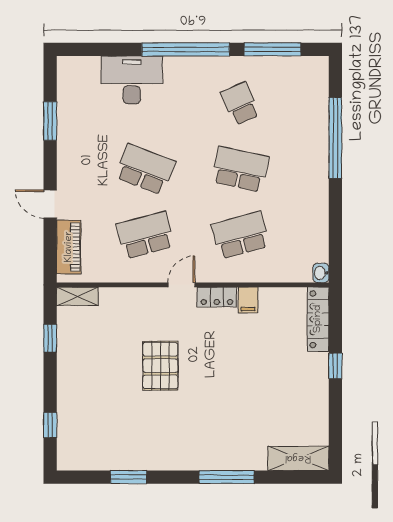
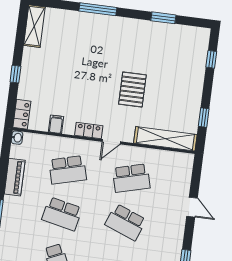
piano: (69, 247) -> (15, 177), moved, turned 180
shelving: (77, 296) -> (165, 139), width x2.20, depth x1.33
filing cabinet: (248, 300) -> (56, 124), moved
locker: (318, 319) -> (22, 114), width x0.66
shelving: (298, 458) -> (34, 26), moved, turned 90

